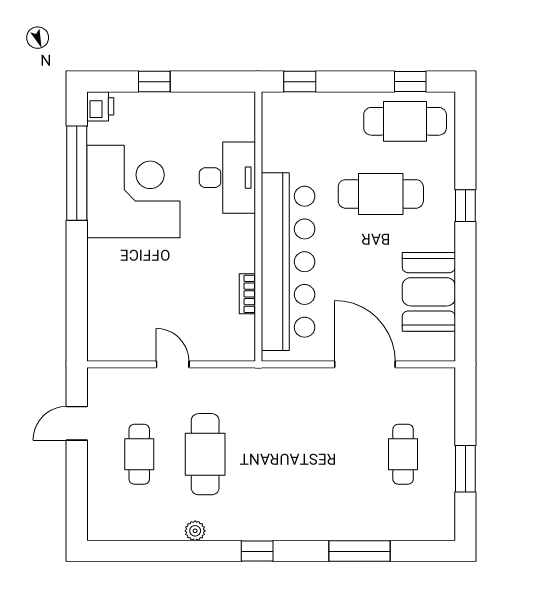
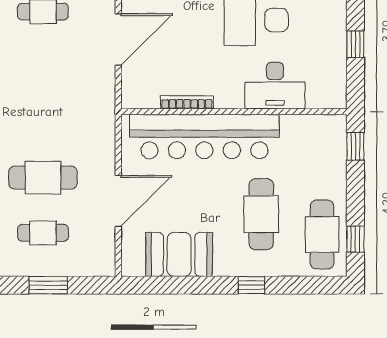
window: (154, 82) -> (355, 44), moved
bookcase: (247, 294) -> (187, 102), width x1.56
door: (173, 364) -> (118, 40), width x1.87
cafe table: (205, 454) -> (43, 178), moved
window: (465, 469) -> (48, 285), moved

